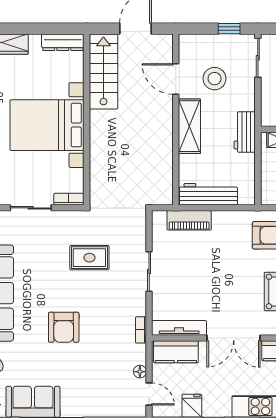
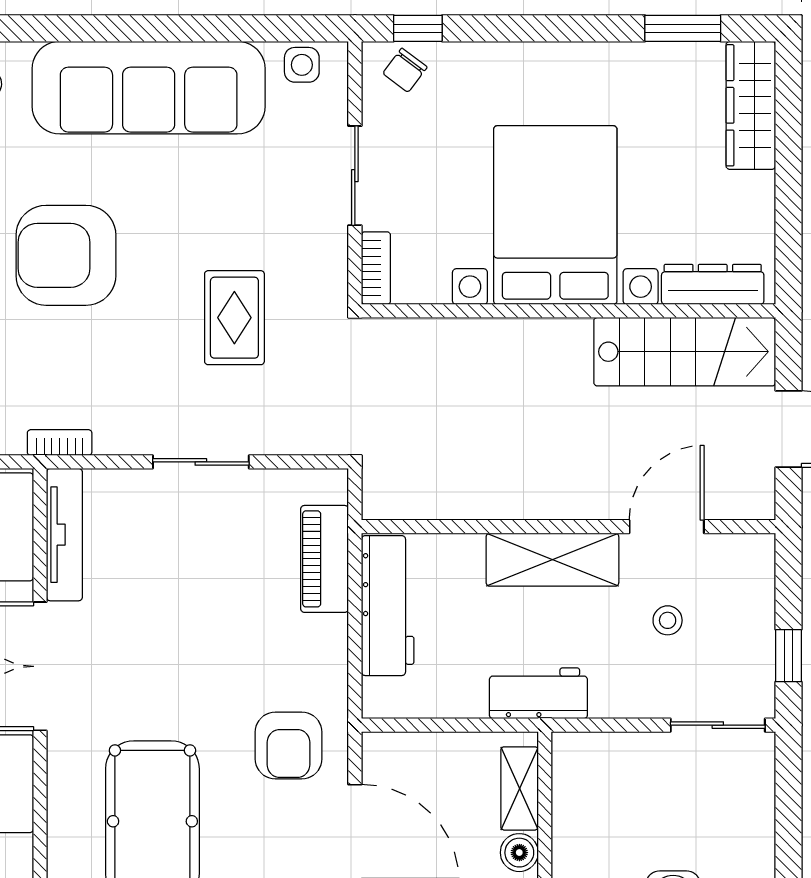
dresser: (63, 42) -> (713, 284), moved, turned 90
stool: (215, 79) -> (668, 620), width x0.53, depth x0.53
armchair: (64, 327) -> (66, 255), width x1.36, depth x1.36

